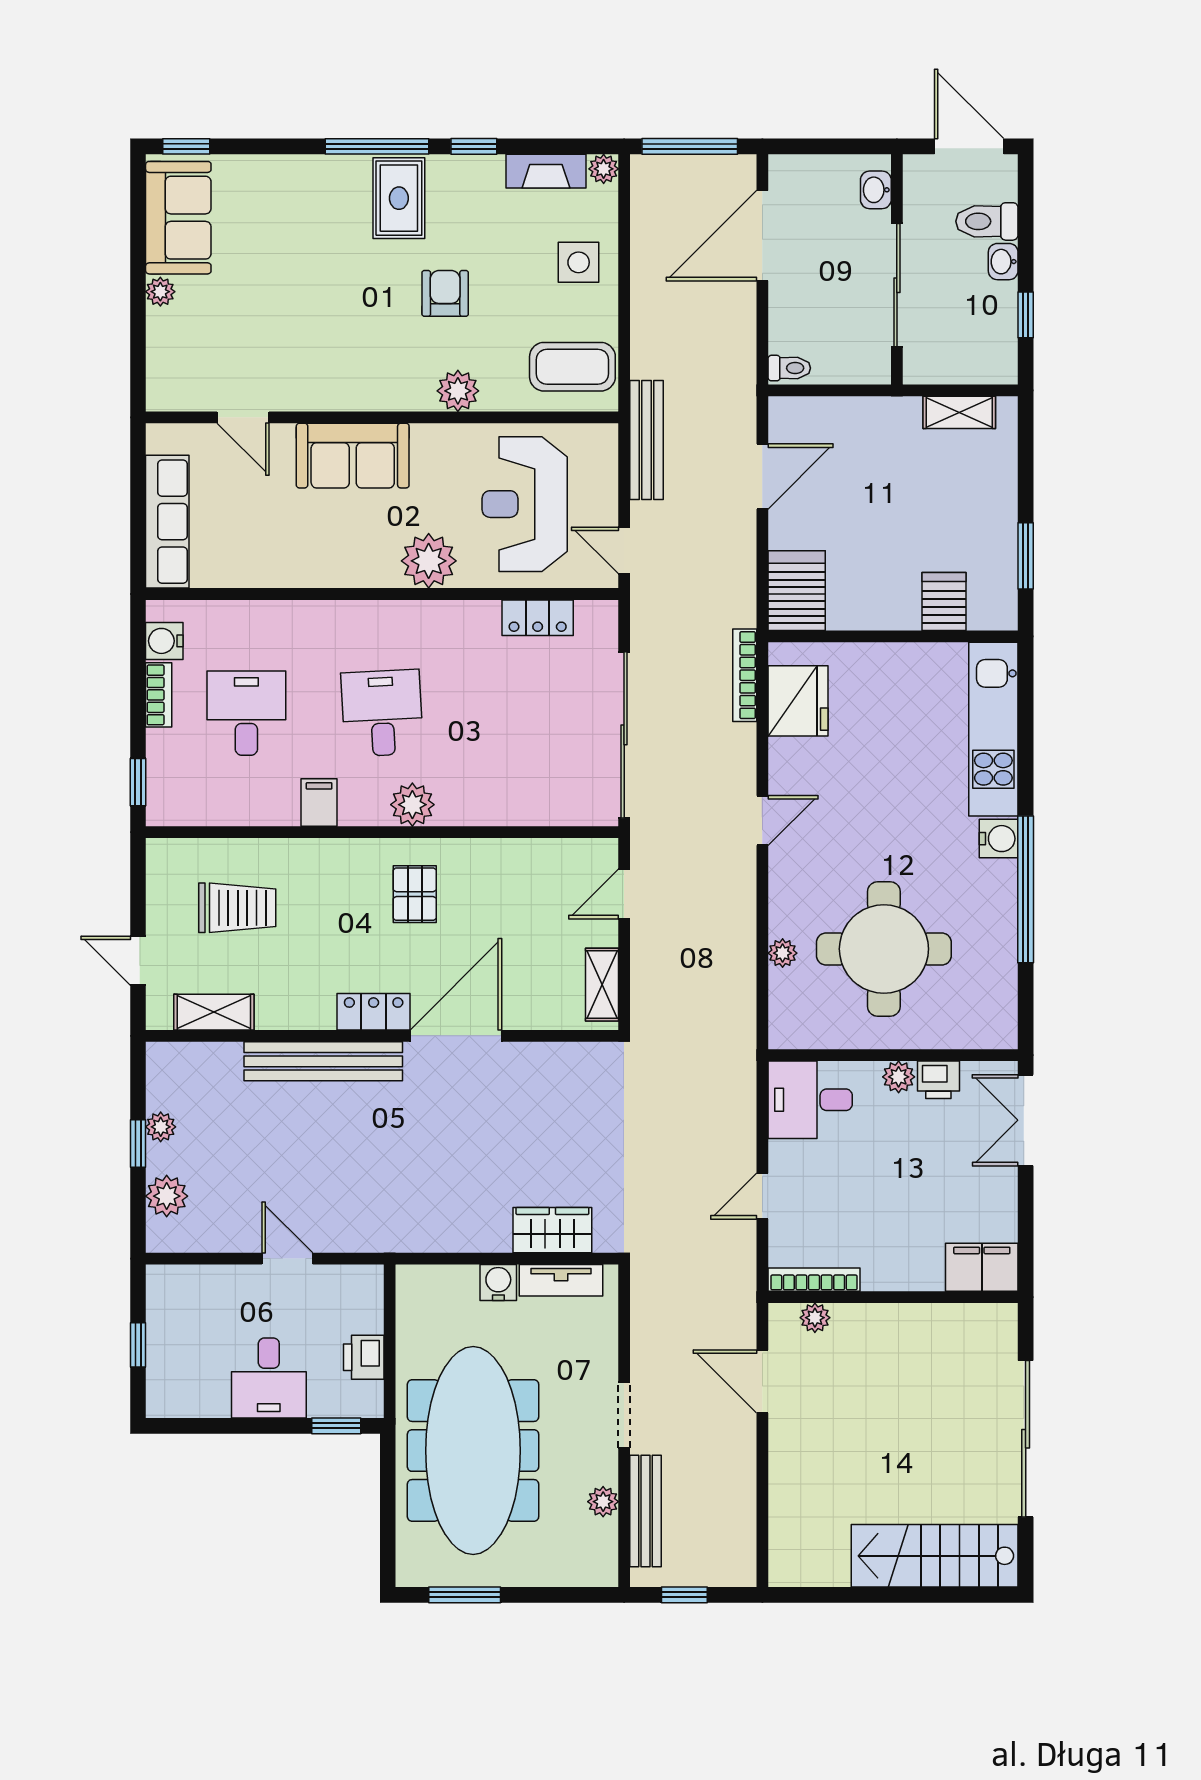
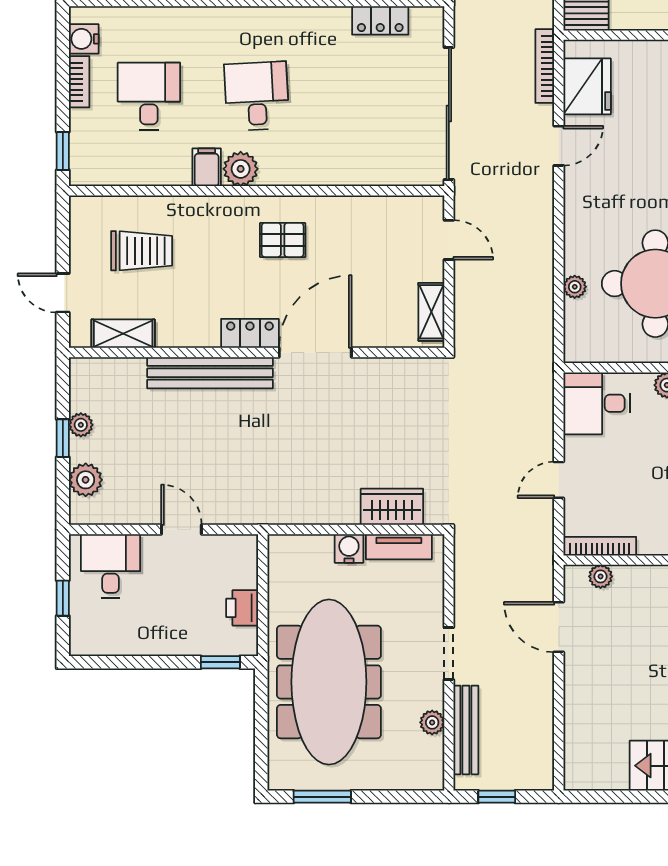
plant: (412, 805) -> (241, 169), moved
door: (762, 821) -> (559, 146), moved
pallet: (415, 894) -> (283, 240), turned 90
door: (624, 894) -> (449, 240), swing flipped
desk: (269, 1378) -> (111, 566), moved, turned 180

